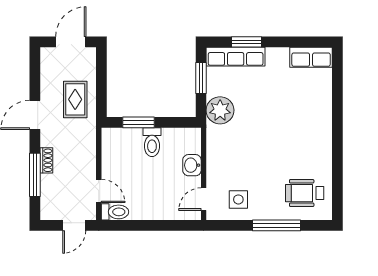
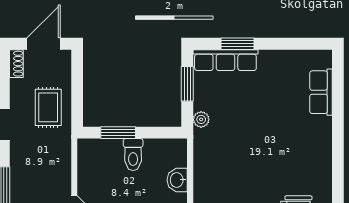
row of seats: (311, 57) -> (321, 92), moved, turned 90
plant: (220, 110) -> (201, 119), width x0.53, depth x0.53
shoe rack: (46, 160) -> (16, 64), moved

